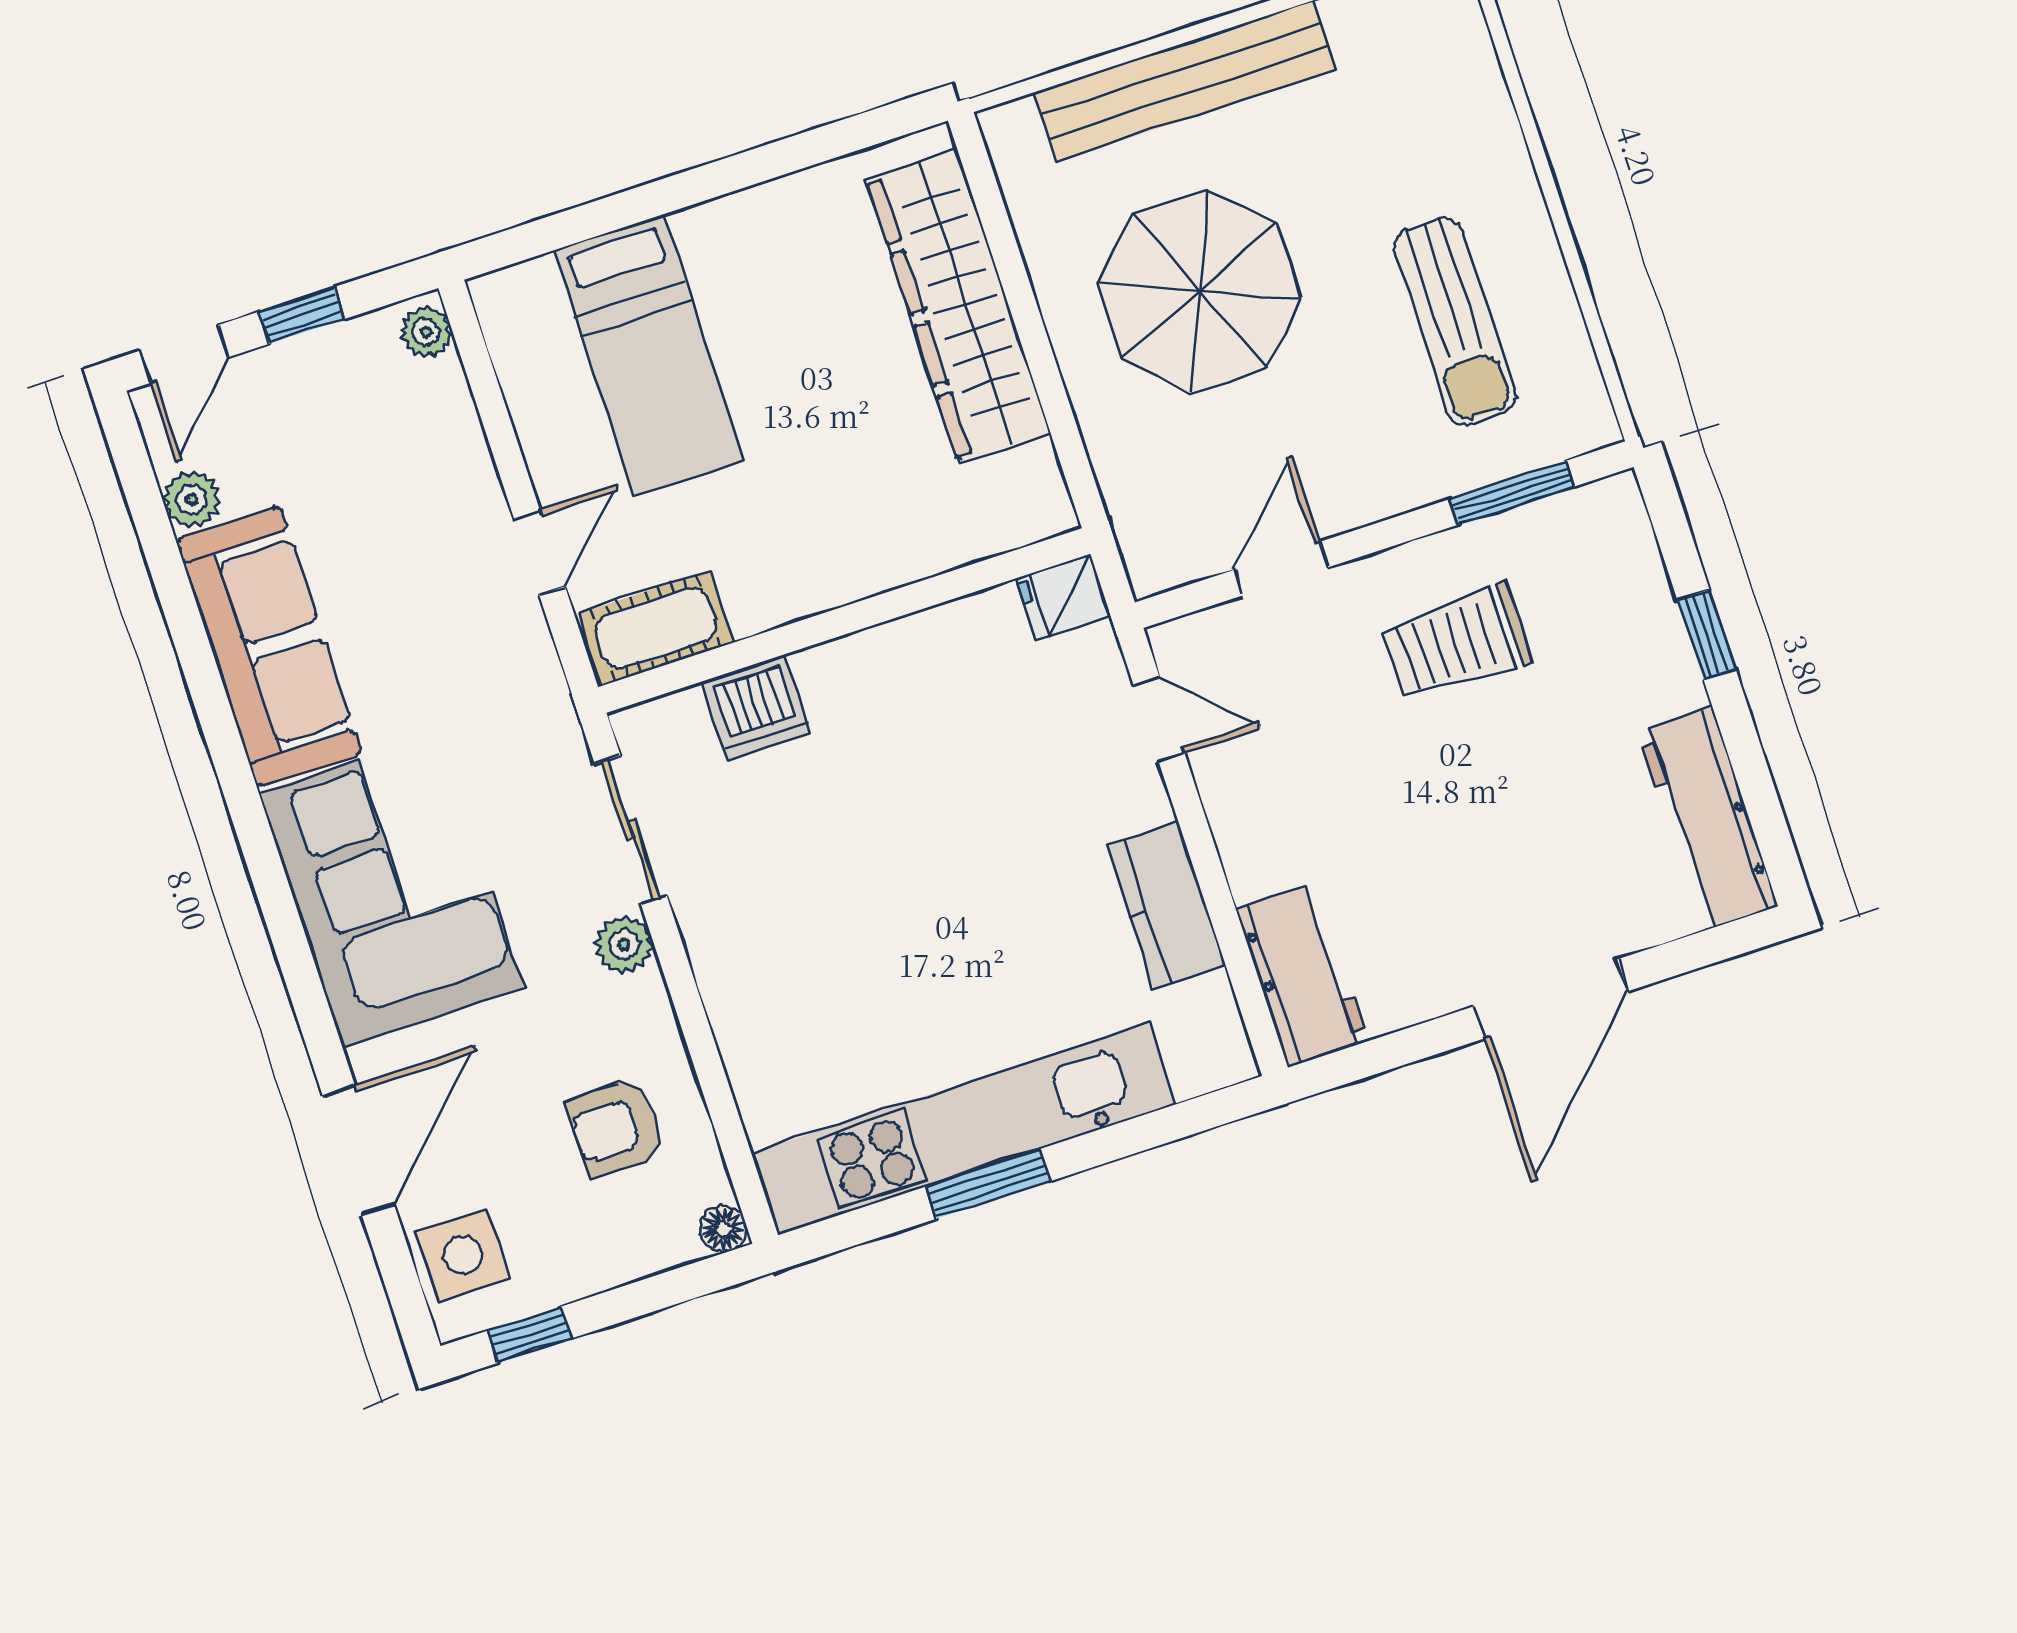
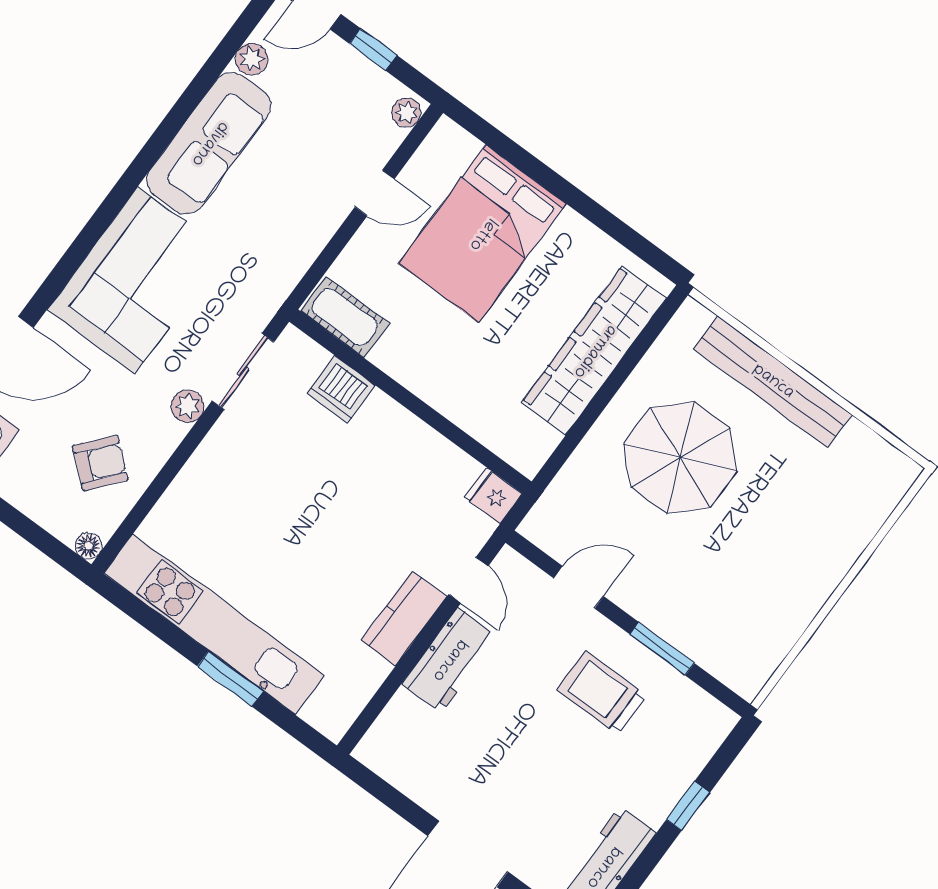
sun lounger: (1455, 322) -> (750, 586), removed
bed: (649, 355) -> (482, 234), width x1.50
window: (1512, 493) -> (662, 649), moved
door: (539, 552) -> (375, 193), moved
kitchen counter: (1166, 905) -> (404, 618), moved
workbench: (1303, 975) -> (449, 660), moved
armchair: (617, 1127) -> (100, 463), turned 130
window: (988, 1184) -> (230, 679), moved

